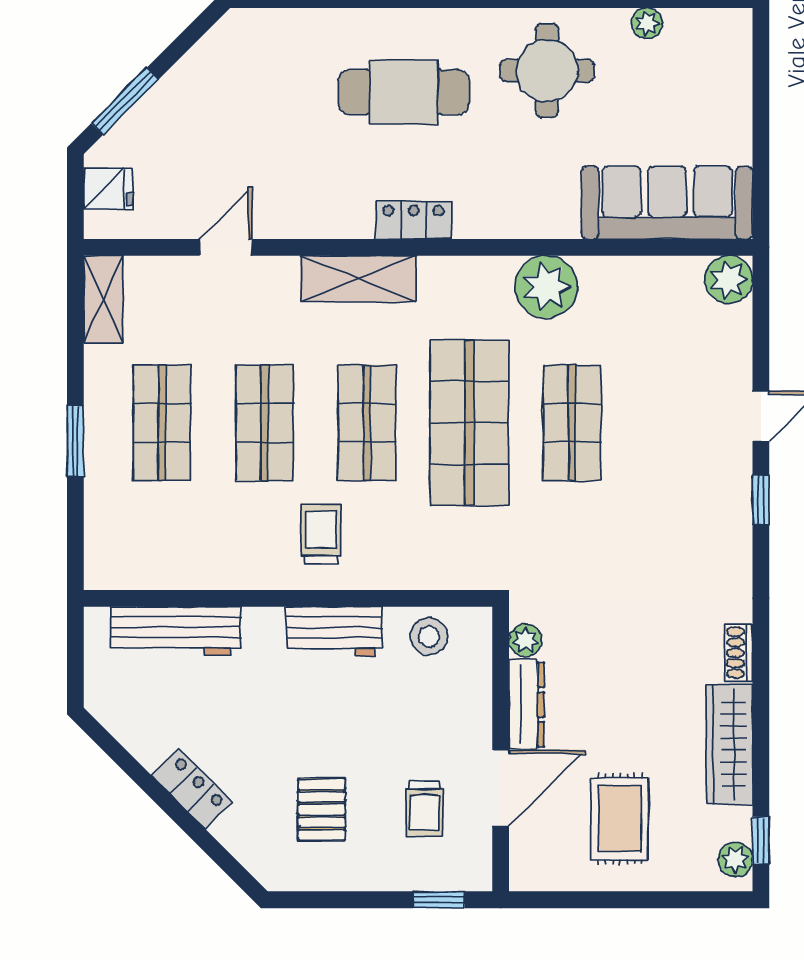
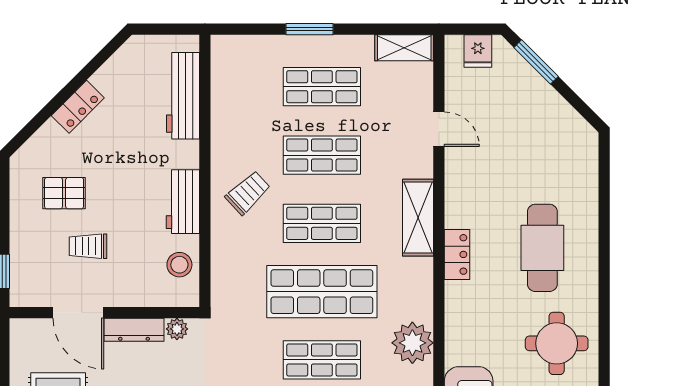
trolley: (321, 534) -> (248, 193), turned -43
trolley: (424, 809) -> (88, 246), moved

